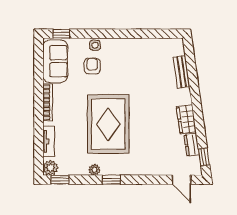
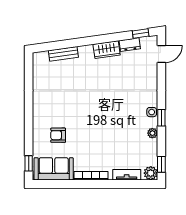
side table: (95, 45) -> (152, 112), moved
rug: (108, 124) -> (111, 121), removed

